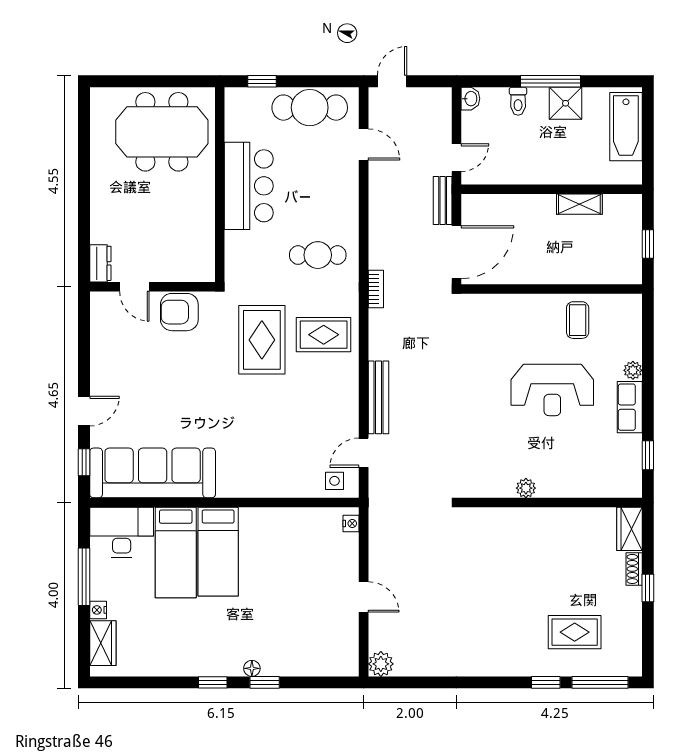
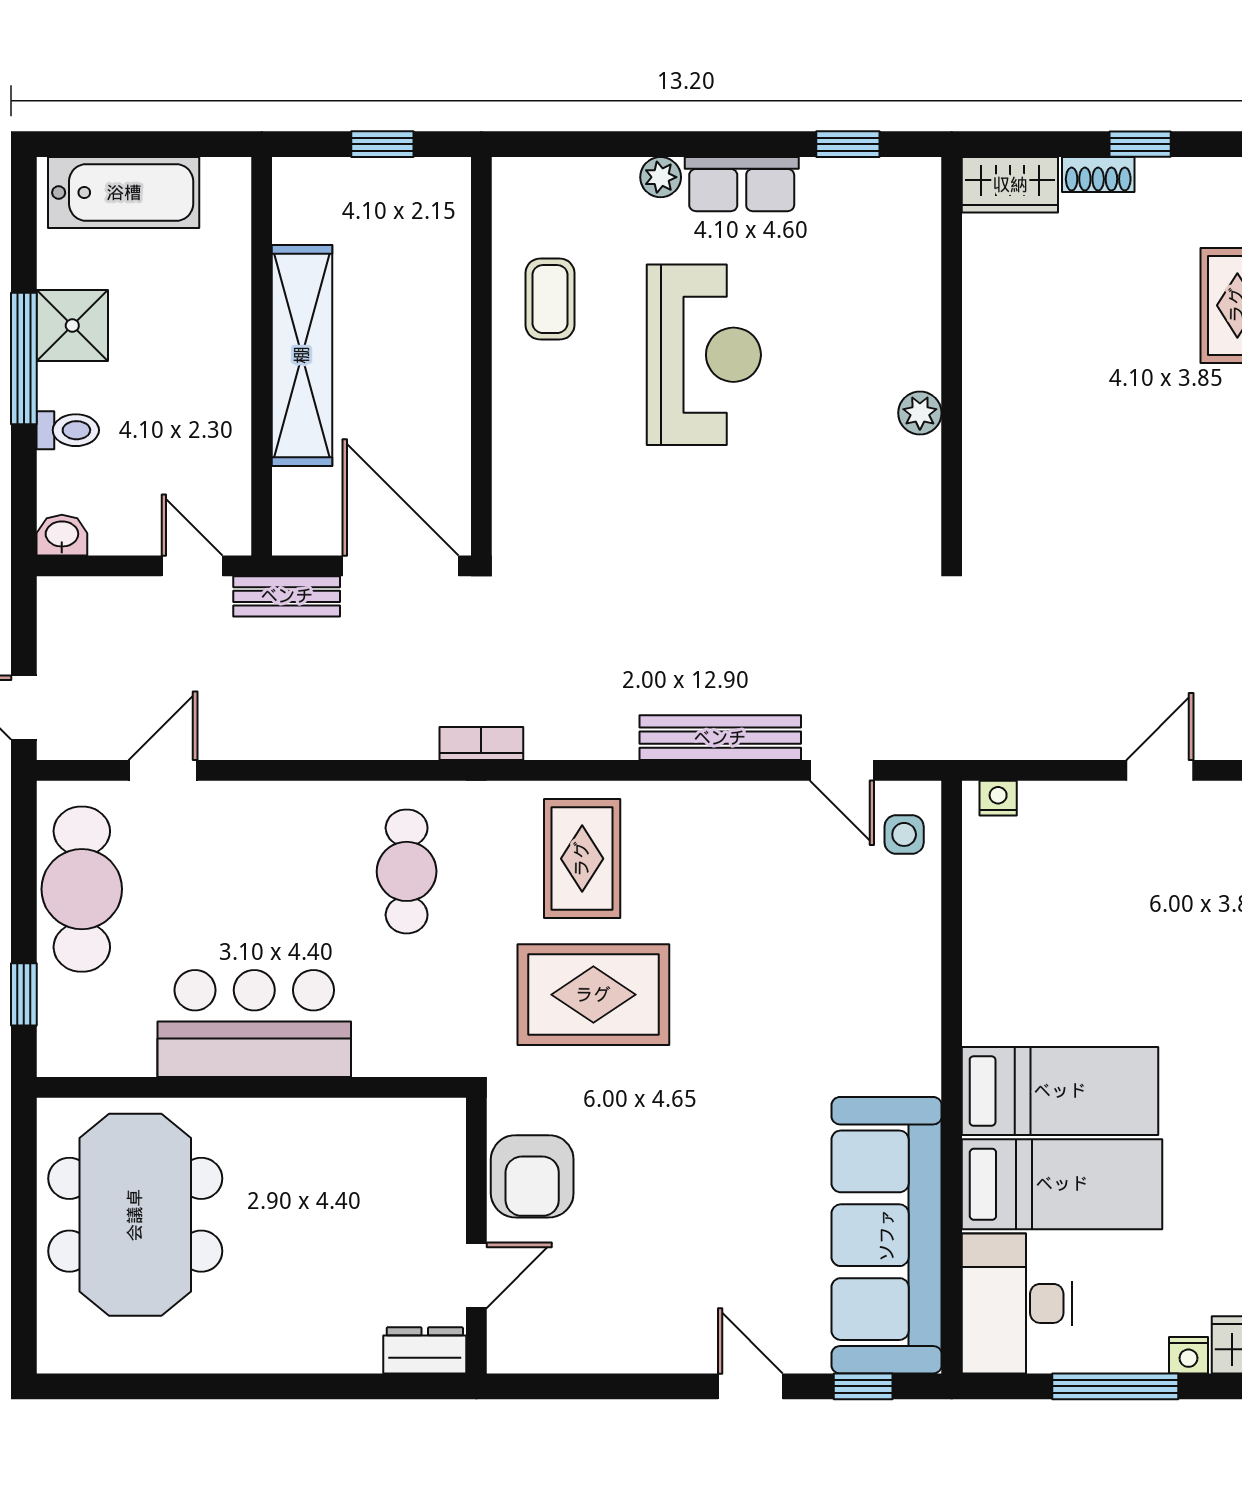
shelving: (579, 204) -> (302, 355), width x2.20, depth x1.33
coffee table: (578, 320) -> (550, 299), turned 90

